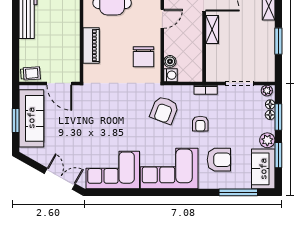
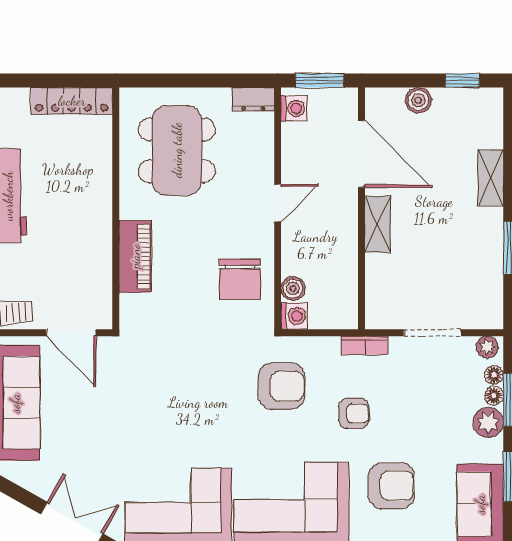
armchair: (164, 110) -> (281, 386), turned -111
armchair: (200, 124) -> (354, 413), turned -90
plant: (267, 140) -> (488, 422), moved

